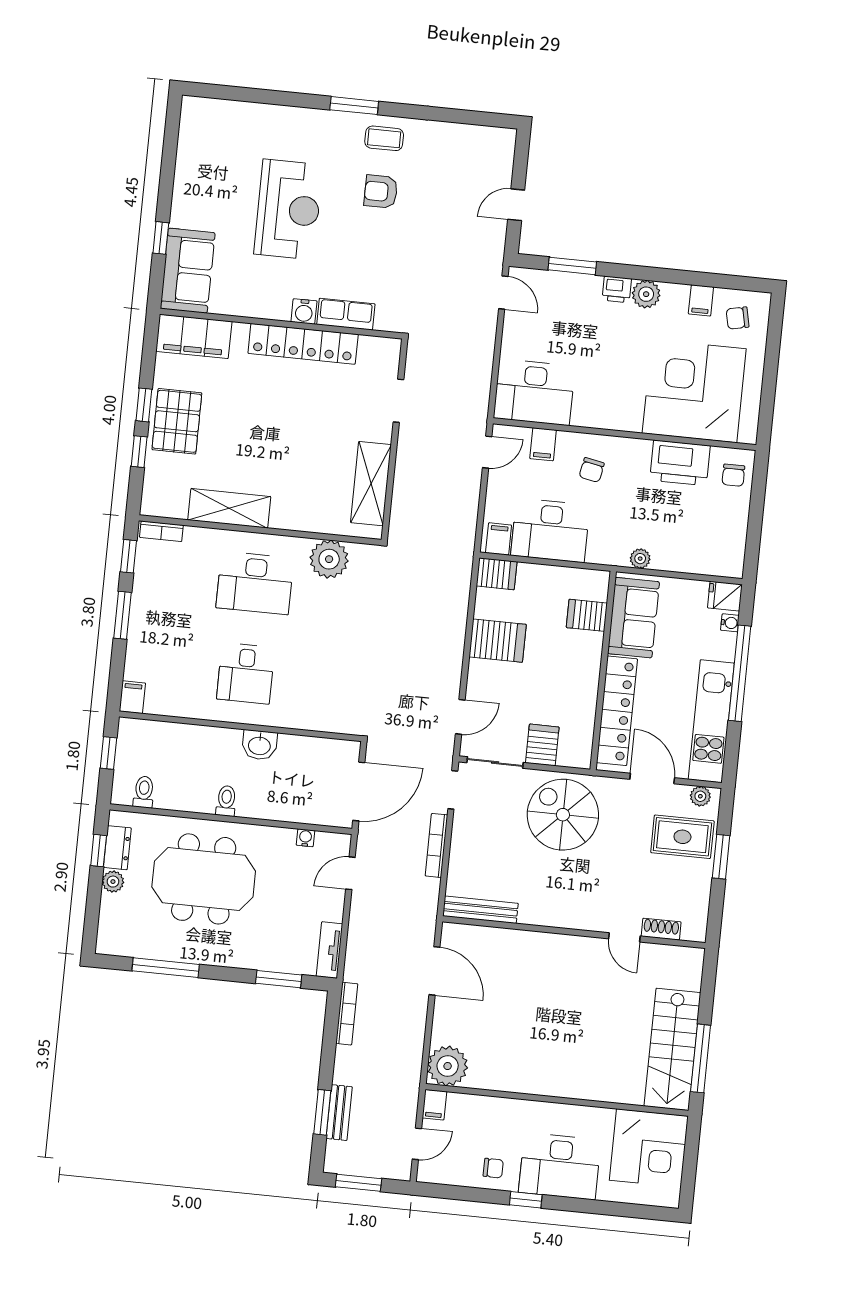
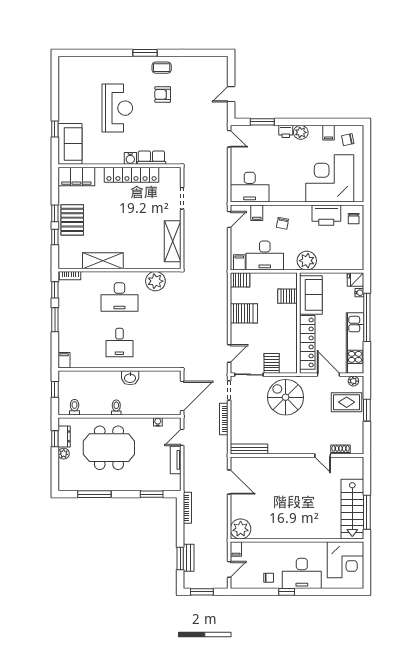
plant: (640, 559) -> (307, 261), width x1.87, depth x1.87
tv unit: (329, 950) -> (176, 460), moved

